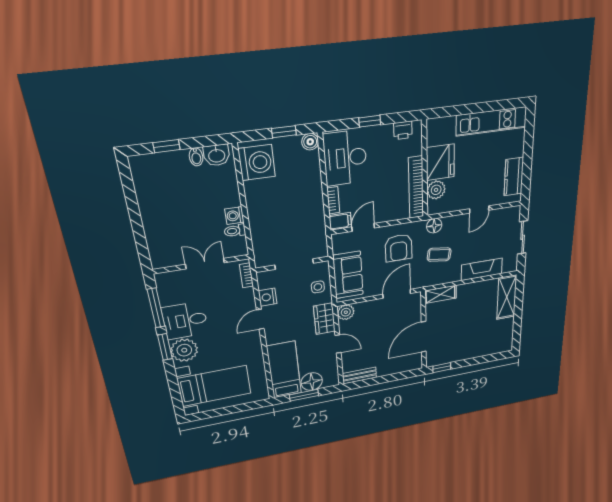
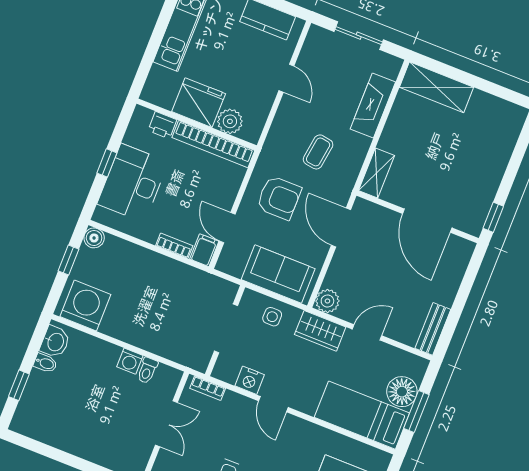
printer: (403, 130) -> (162, 125), moved, turned 90
desk: (345, 158) -> (133, 183), moved, turned 90
floor lamp: (434, 226) -> (275, 142), removed
double door: (205, 264) -> (166, 424), swing flipped

